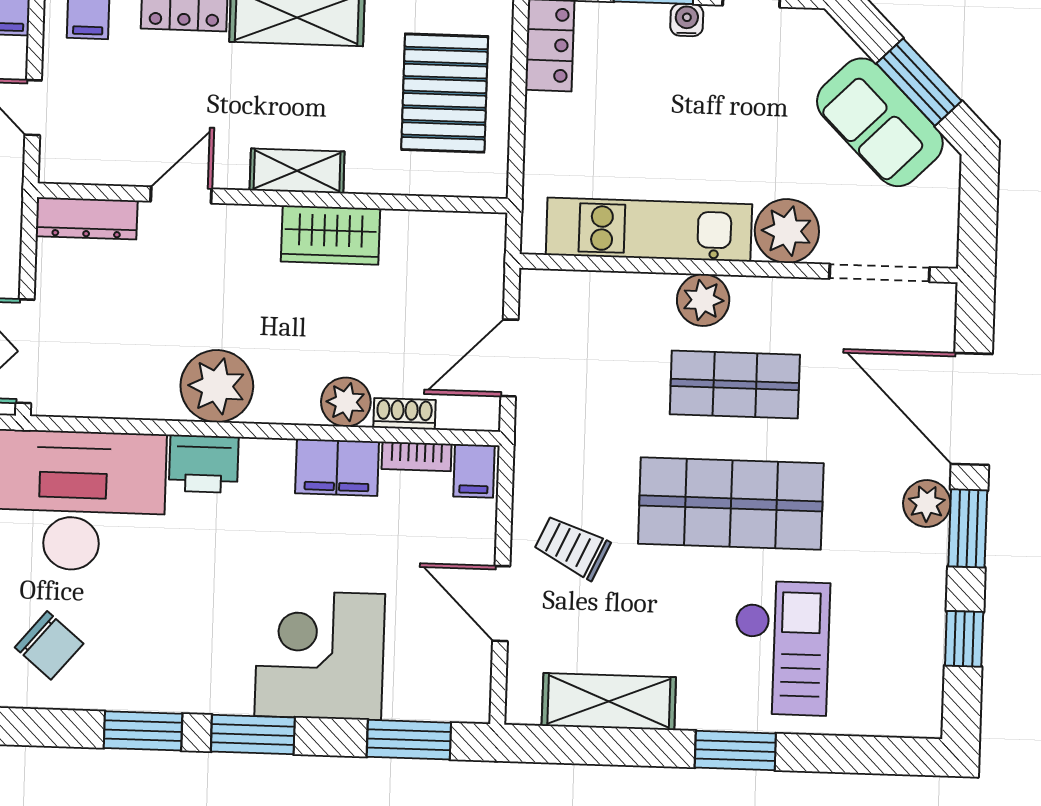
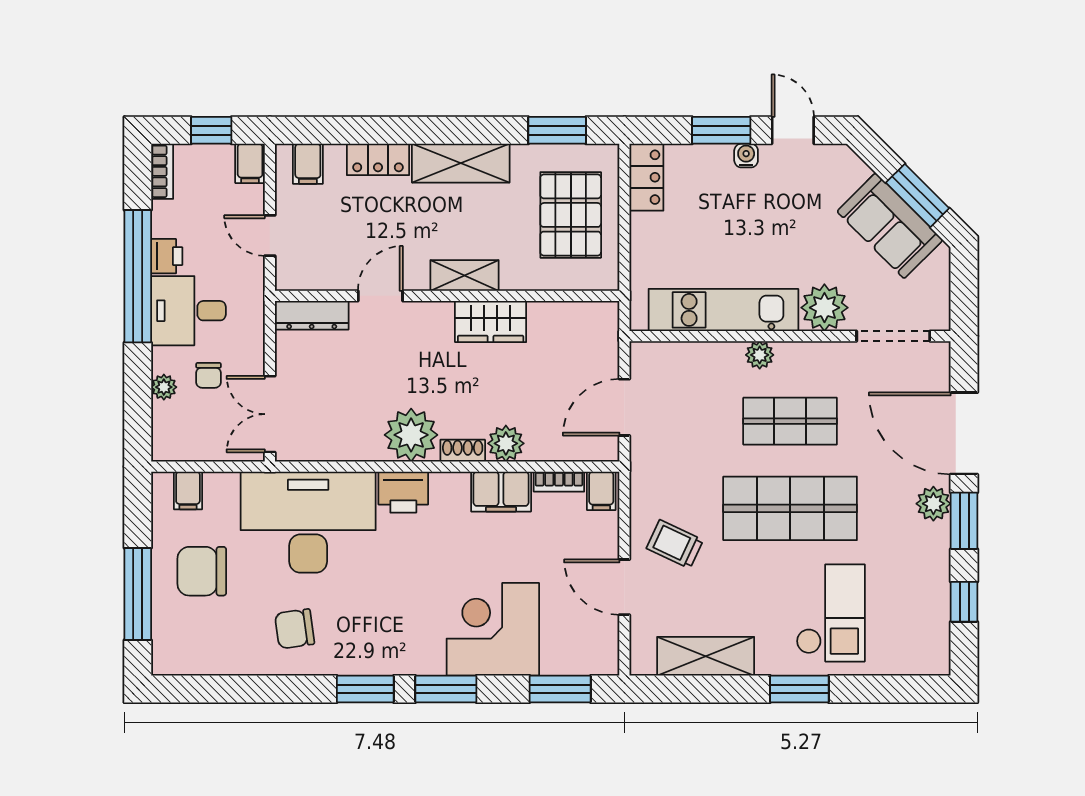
plant: (703, 300) -> (760, 355), width x0.73, depth x0.73
shoe rack: (404, 414) -> (463, 451), moved
chair: (49, 645) -> (295, 629), turned 132

